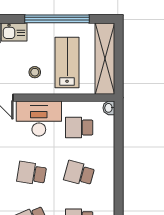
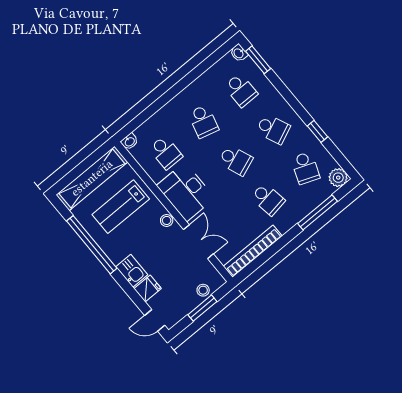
stool: (35, 72) -> (167, 220), moved
school desk: (32, 173) -> (236, 160), turned -30

